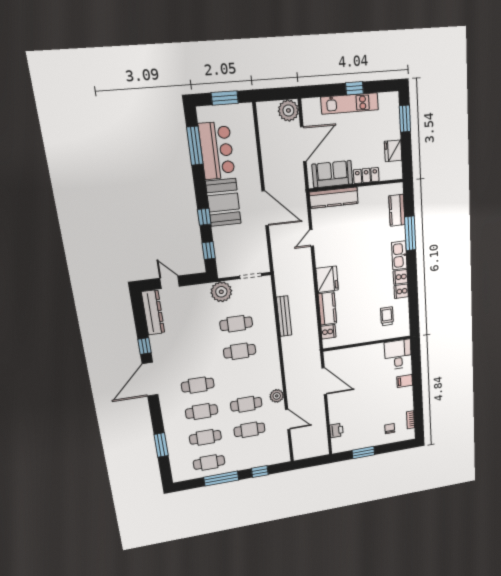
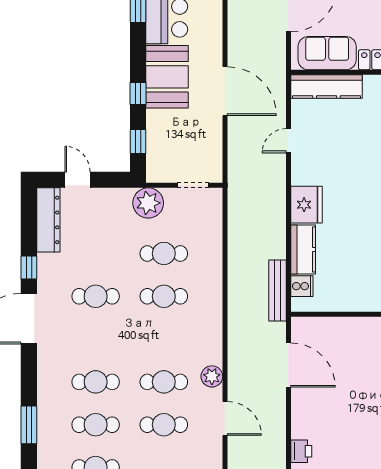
bench: (284, 316) -> (277, 290), moved
cafe table: (198, 385) -> (96, 296), moved

